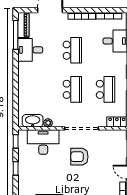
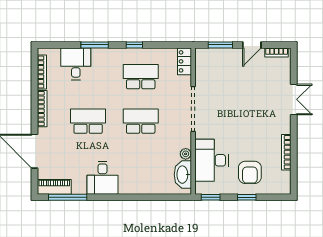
desk: (30, 50) -> (103, 178), moved
armchair: (79, 157) -> (250, 172), moved

